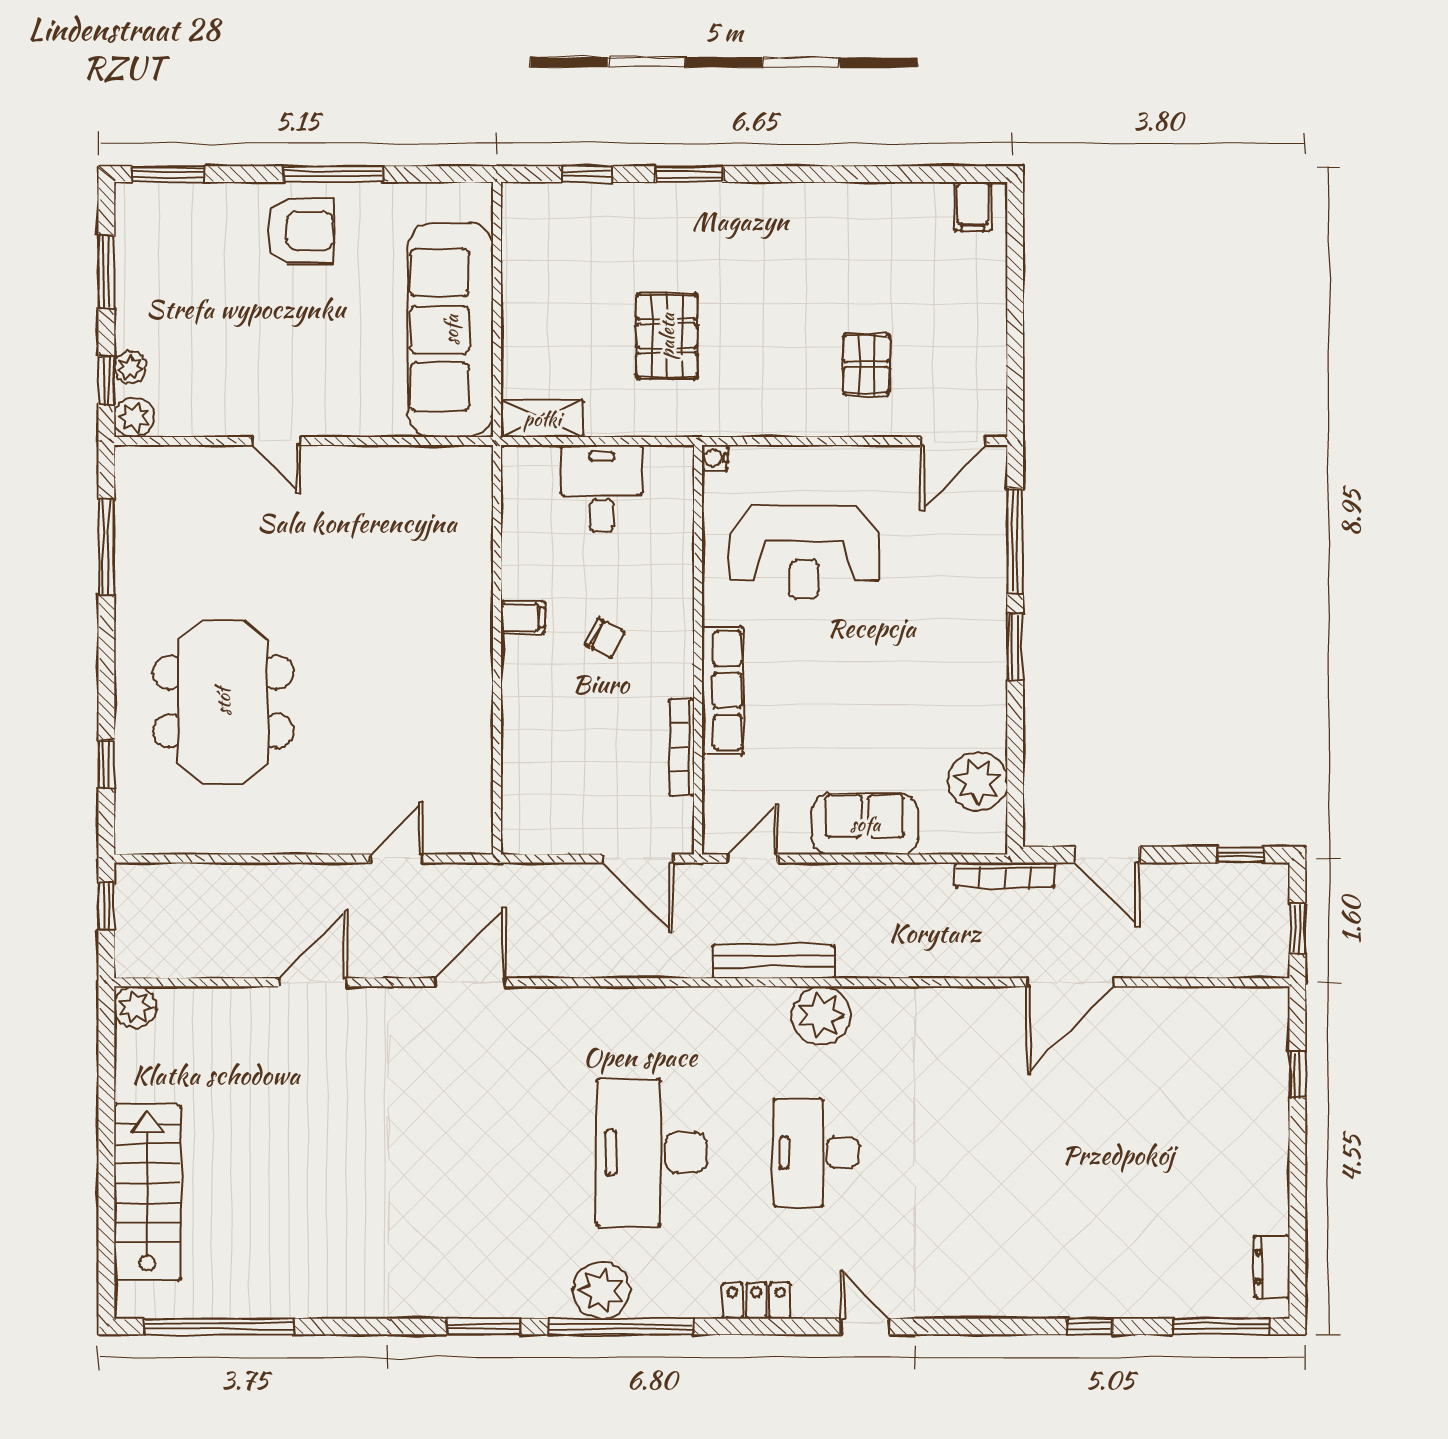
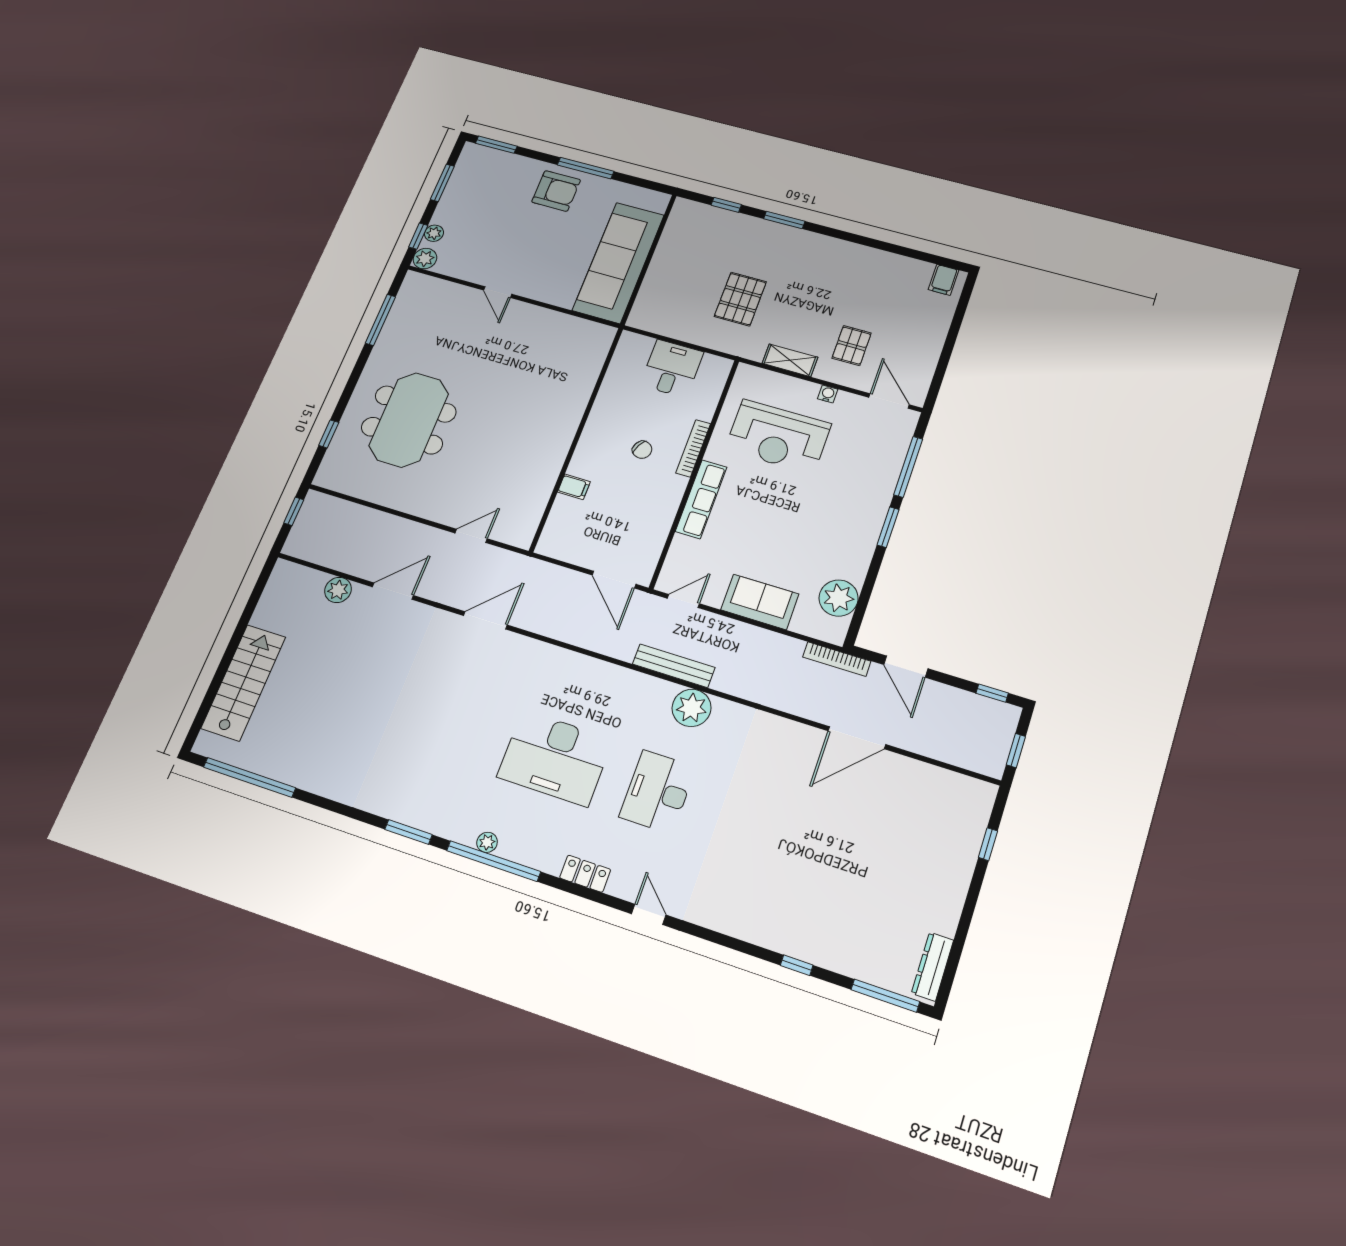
shelving: (542, 419) -> (790, 360), moved
door: (953, 441) -> (889, 401), swing flipped
water cooler: (715, 458) -> (828, 394), moved, turned 90
filing cabinet: (523, 617) -> (574, 487), moved
bookcase: (682, 747) -> (693, 448), moved
plant: (135, 1007) -> (338, 590), moved
desk: (652, 1152) -> (555, 758), turned -90
dresser: (1272, 1267) -> (932, 967), width x1.44
plant: (601, 1290) -> (487, 842), width x0.53, depth x0.53

